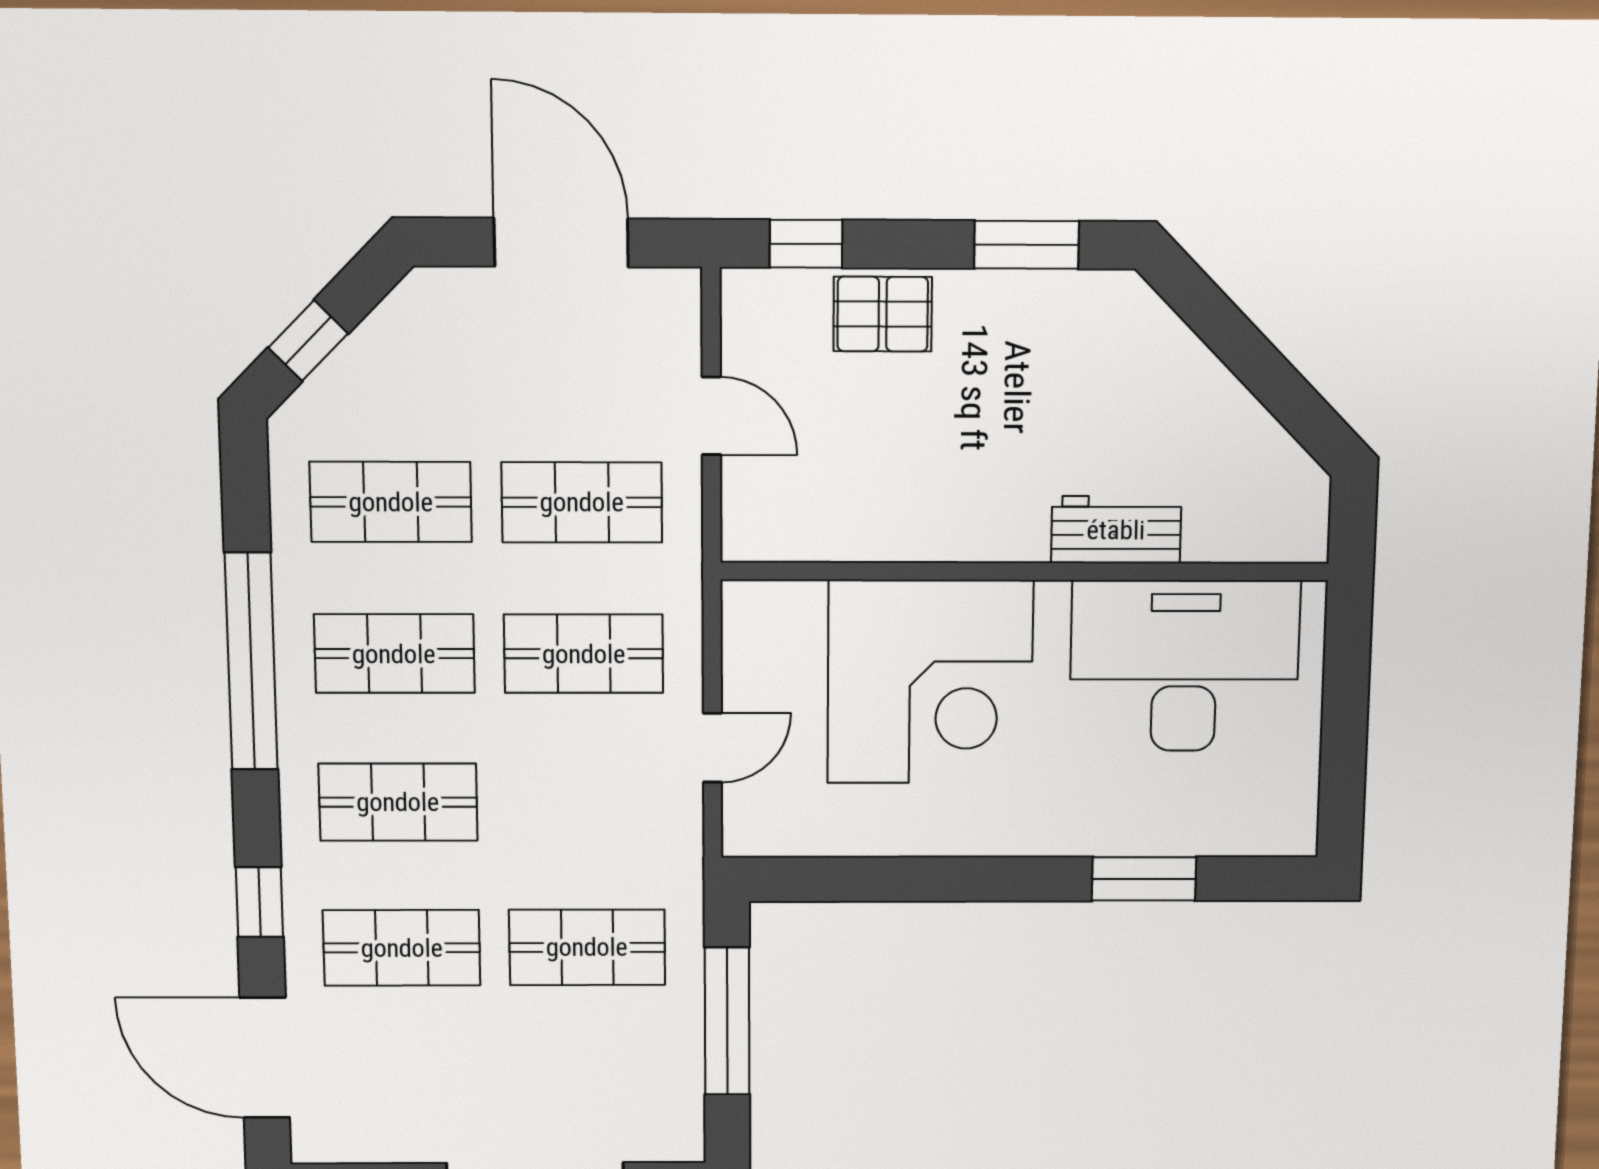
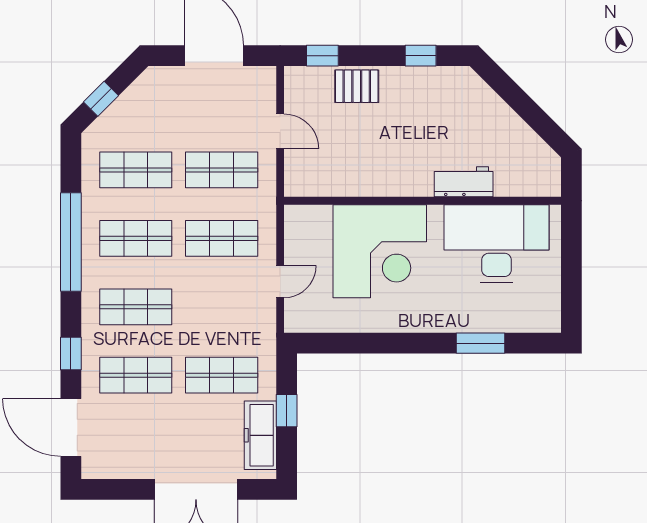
window: (1027, 245) -> (421, 56), width x0.67
window: (727, 1021) -> (287, 411), width x0.46
freezer: (671, 1072) -> (260, 435), added

